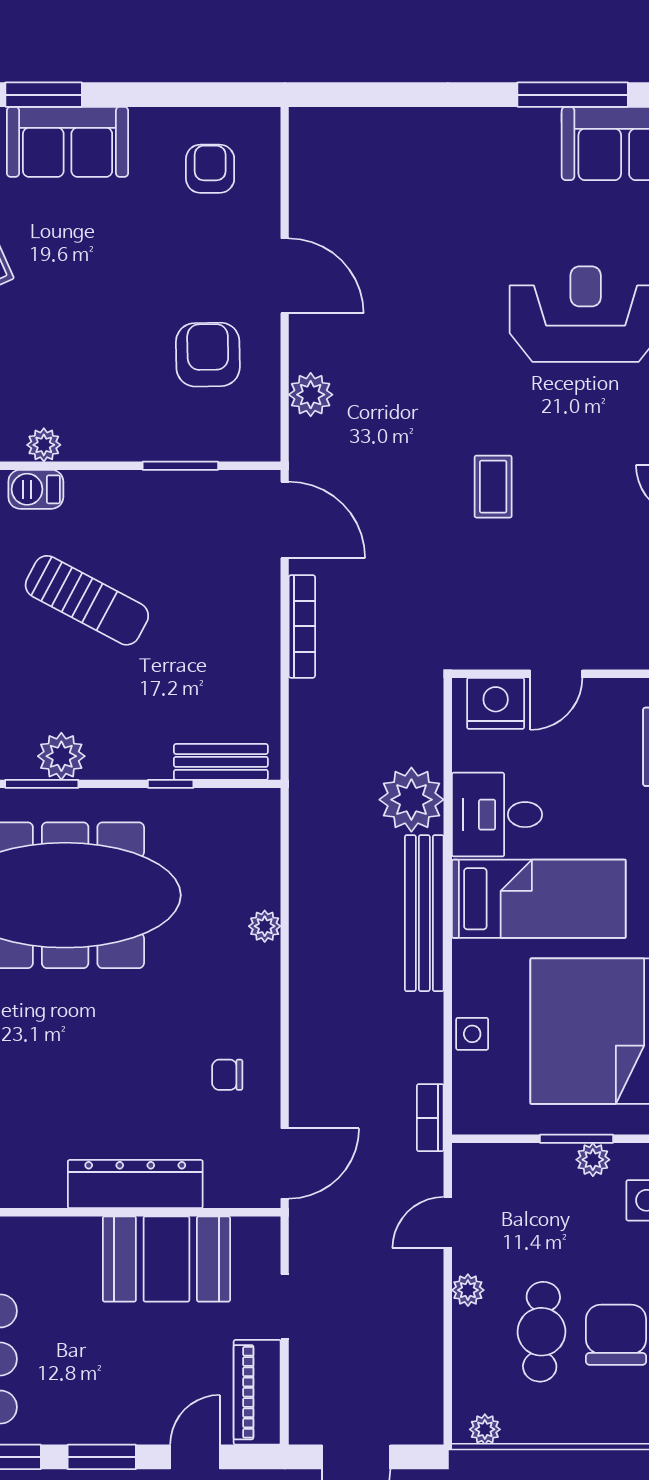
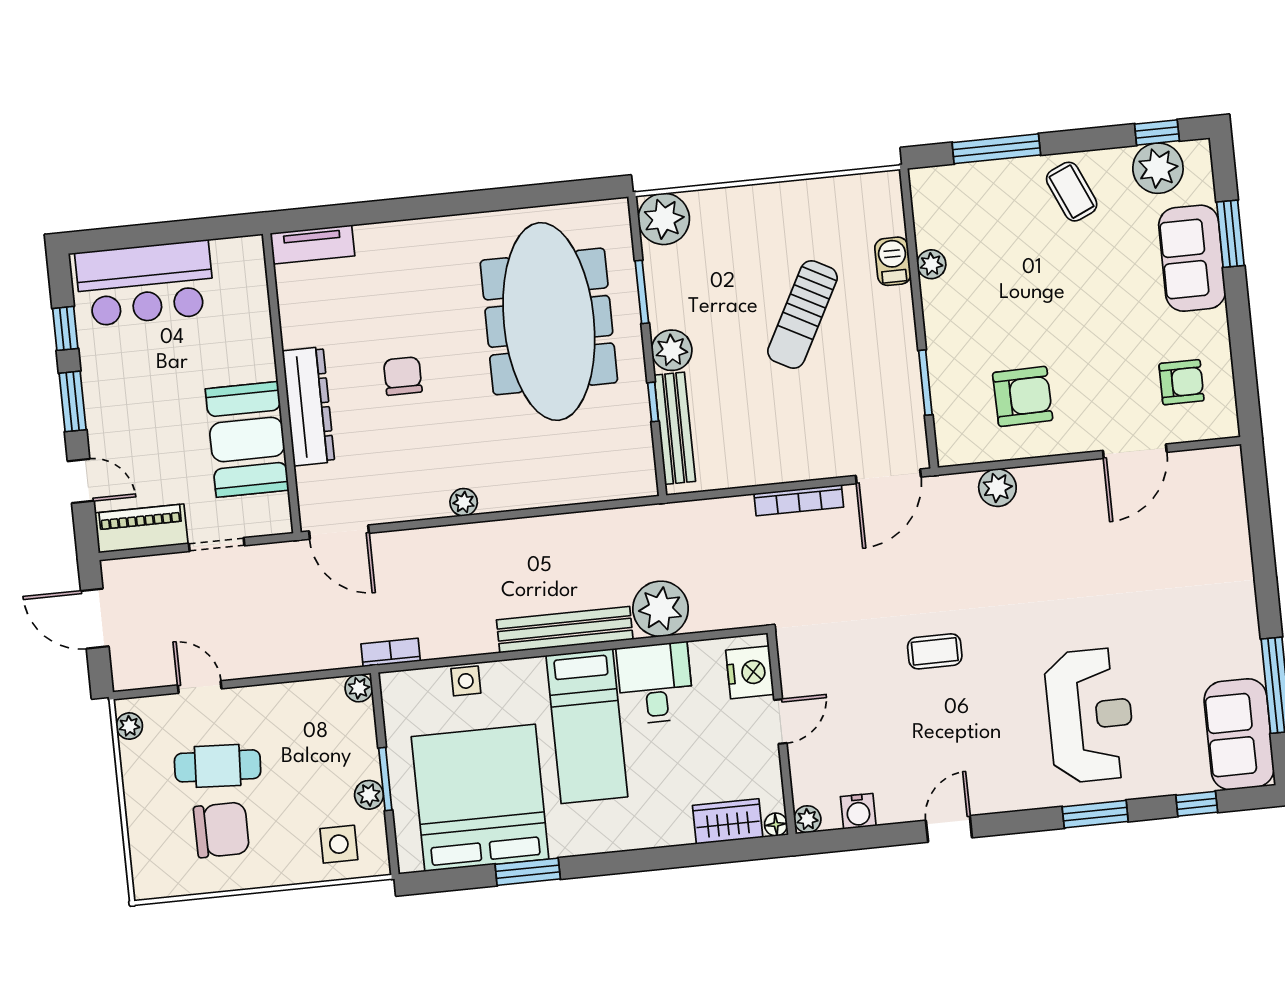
door: (285, 276) -> (1135, 451), moved
door: (556, 674) -> (780, 721), swing flipped
plant: (61, 756) -> (672, 350), moved
bench: (221, 762) -> (675, 428), width x1.36
plant: (265, 926) -> (464, 502), moved
chair: (227, 1075) -> (403, 376), moved, width x1.37, depth x1.37
door: (448, 1223) -> (200, 687), moved
plant: (468, 1290) -> (359, 688), moved

